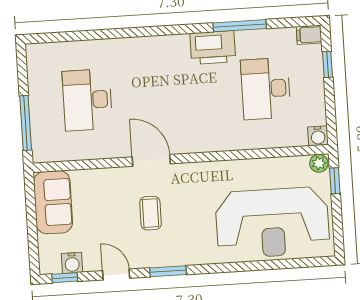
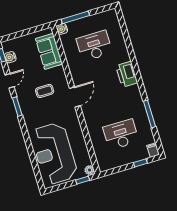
printer: (213, 48) -> (127, 74), moved
water cooler: (318, 136) -> (62, 29), moved
door: (151, 160) -> (75, 97), moved
sofa: (53, 202) -> (49, 51), moved, turned 90

